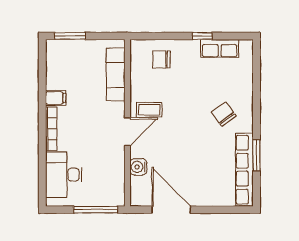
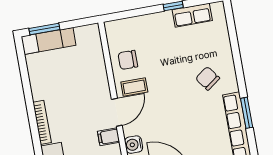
chair: (161, 59) -> (128, 60), moved
exam couch: (116, 75) -> (49, 41), moved, turned -90
filing cabinet: (56, 98) -> (109, 137), moved, turned 180

